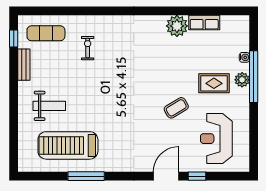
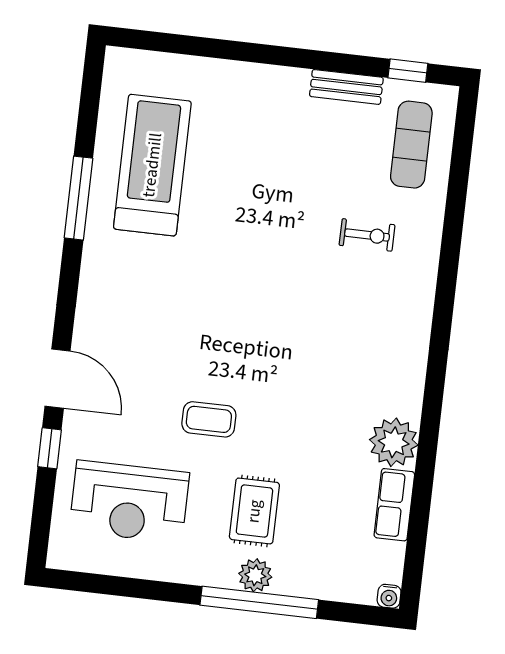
water cooler: (244, 57) -> (389, 596), moved
weight bench: (49, 106) -> (247, 133), removed
coffee table: (176, 108) -> (209, 419), turned -59
reception desk: (216, 139) -> (129, 502), turned 180

